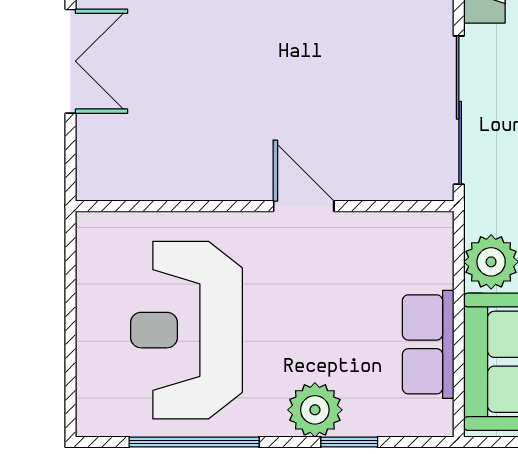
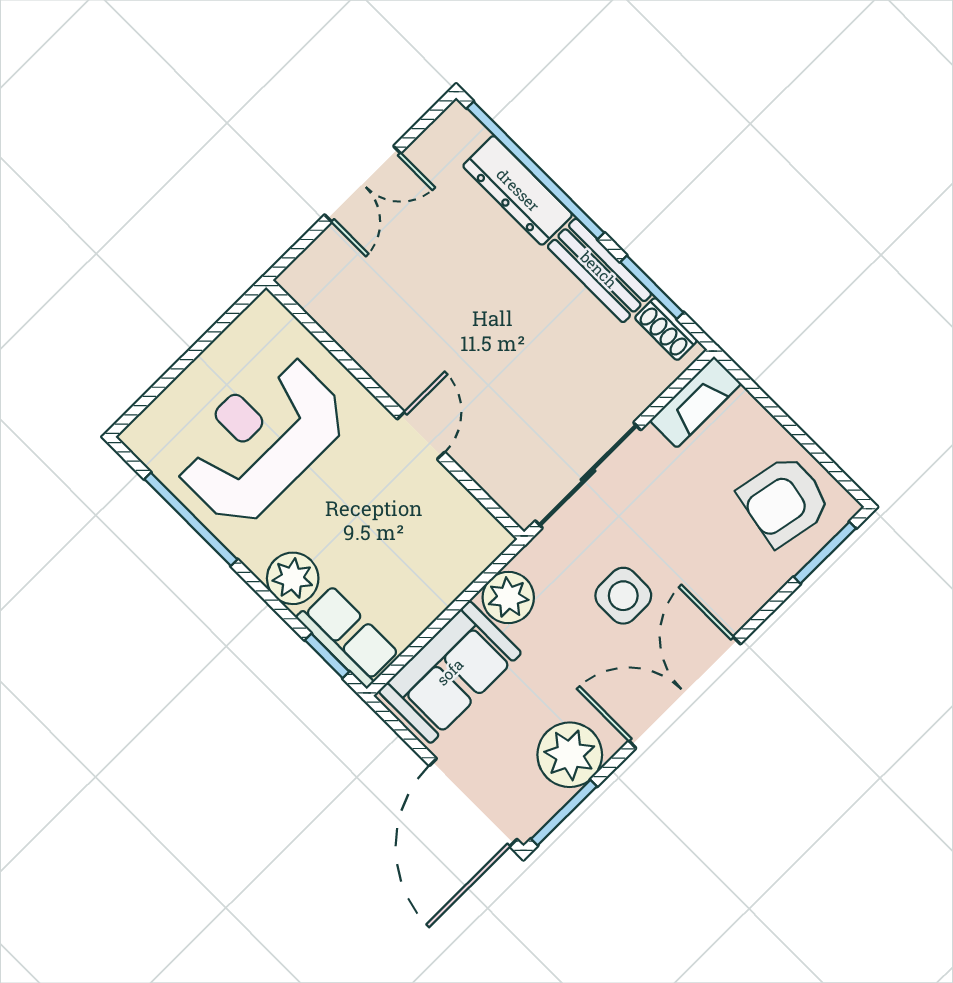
row of seats: (428, 344) -> (348, 636), moved, turned 90
window: (349, 442) -> (327, 656), moved

